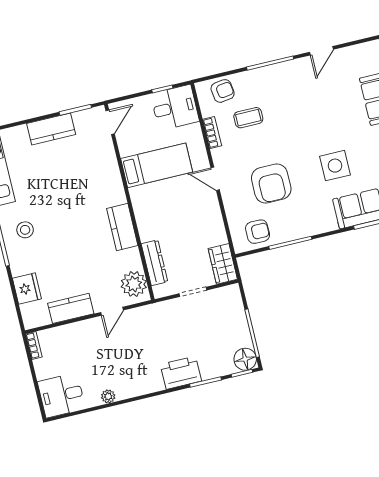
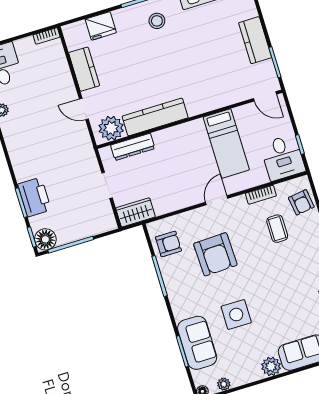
armchair: (271, 183) -> (215, 254), turned -92
kitchen counter: (122, 227) -> (155, 117), width x1.50
armchair: (258, 232) -> (168, 244), turned -90
printer: (181, 373) -> (34, 197), moved

